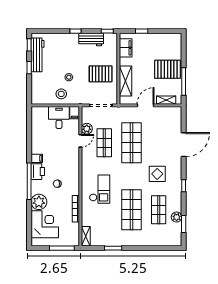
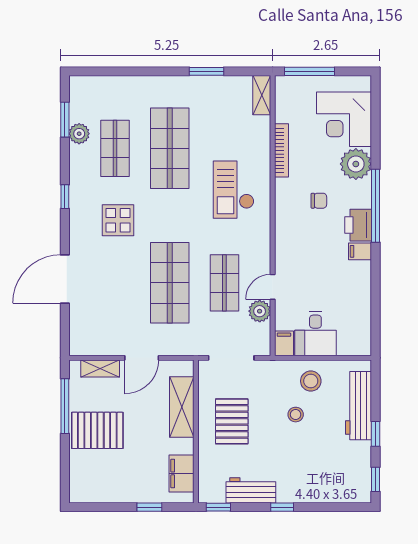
workbench: (37, 55) -> (359, 406), moved
pallet: (101, 74) -> (232, 421), turned 90

